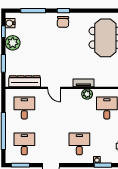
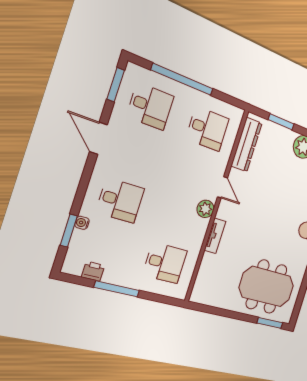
door: (54, 88) -> (222, 187), swing flipped
plant: (87, 94) -> (205, 209), moved

